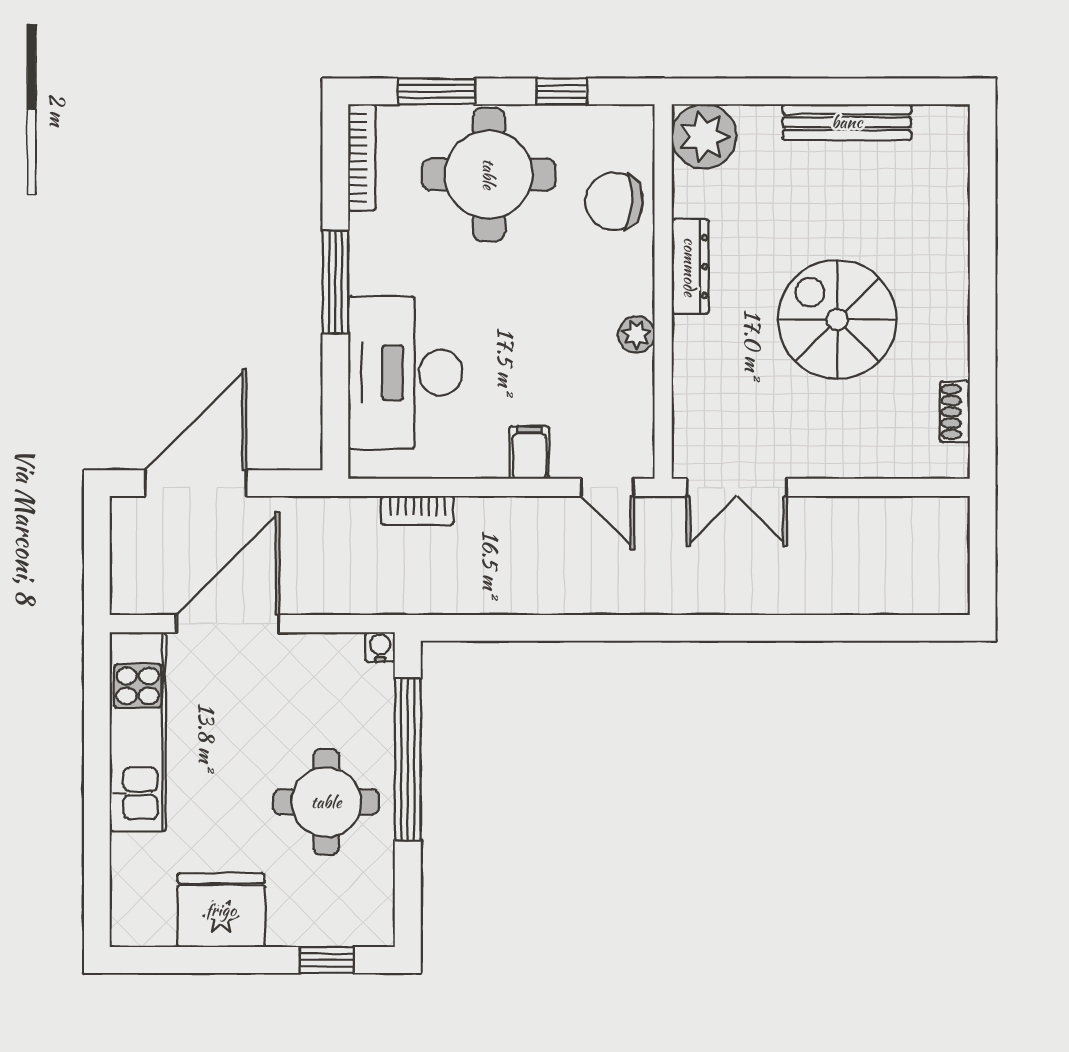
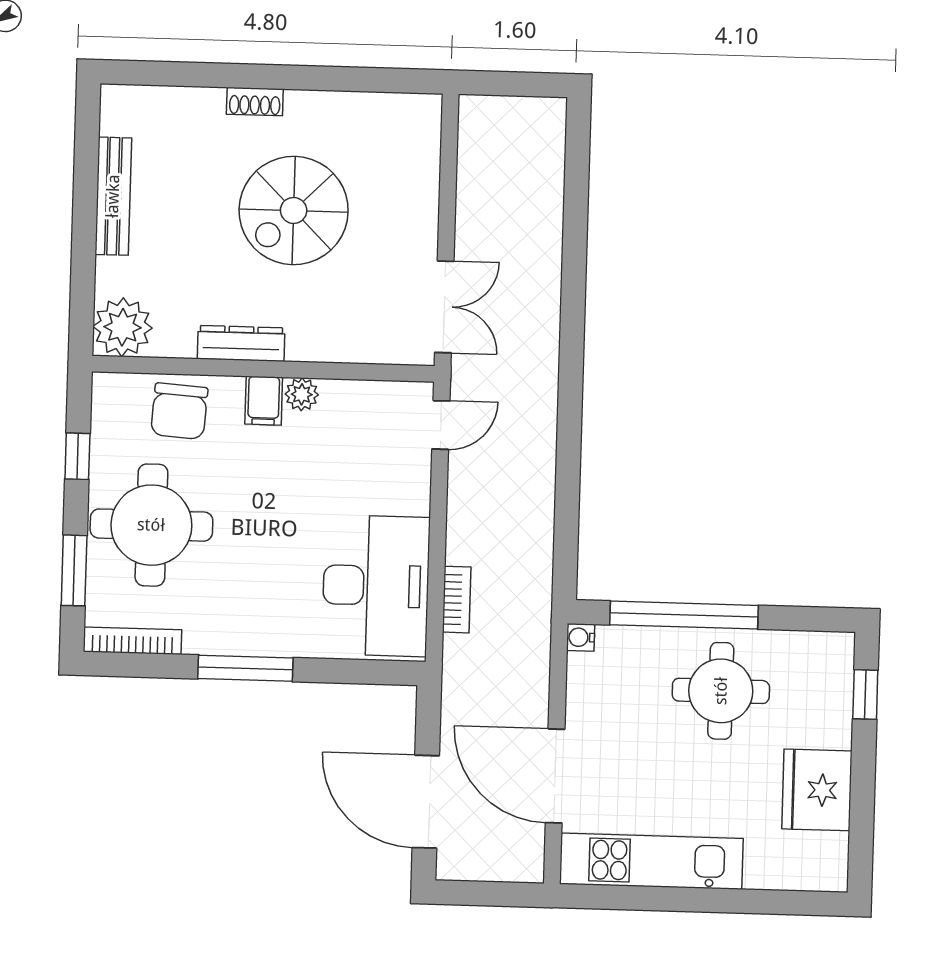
desk: (405, 373) -> (376, 586), moved, turned -90
shoe rack: (955, 412) -> (255, 102), moved
filing cabinet: (529, 453) -> (264, 401), moved, turned -90

